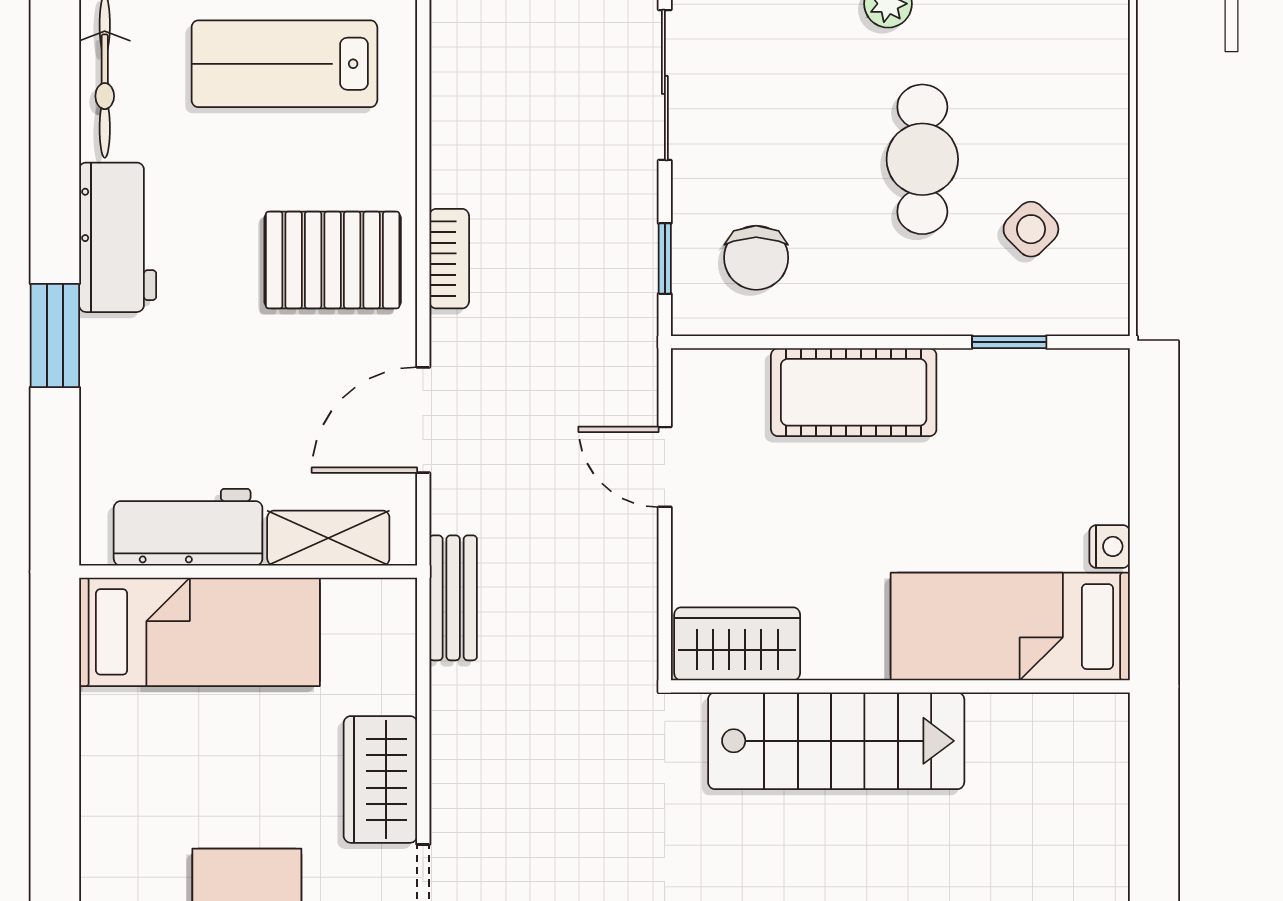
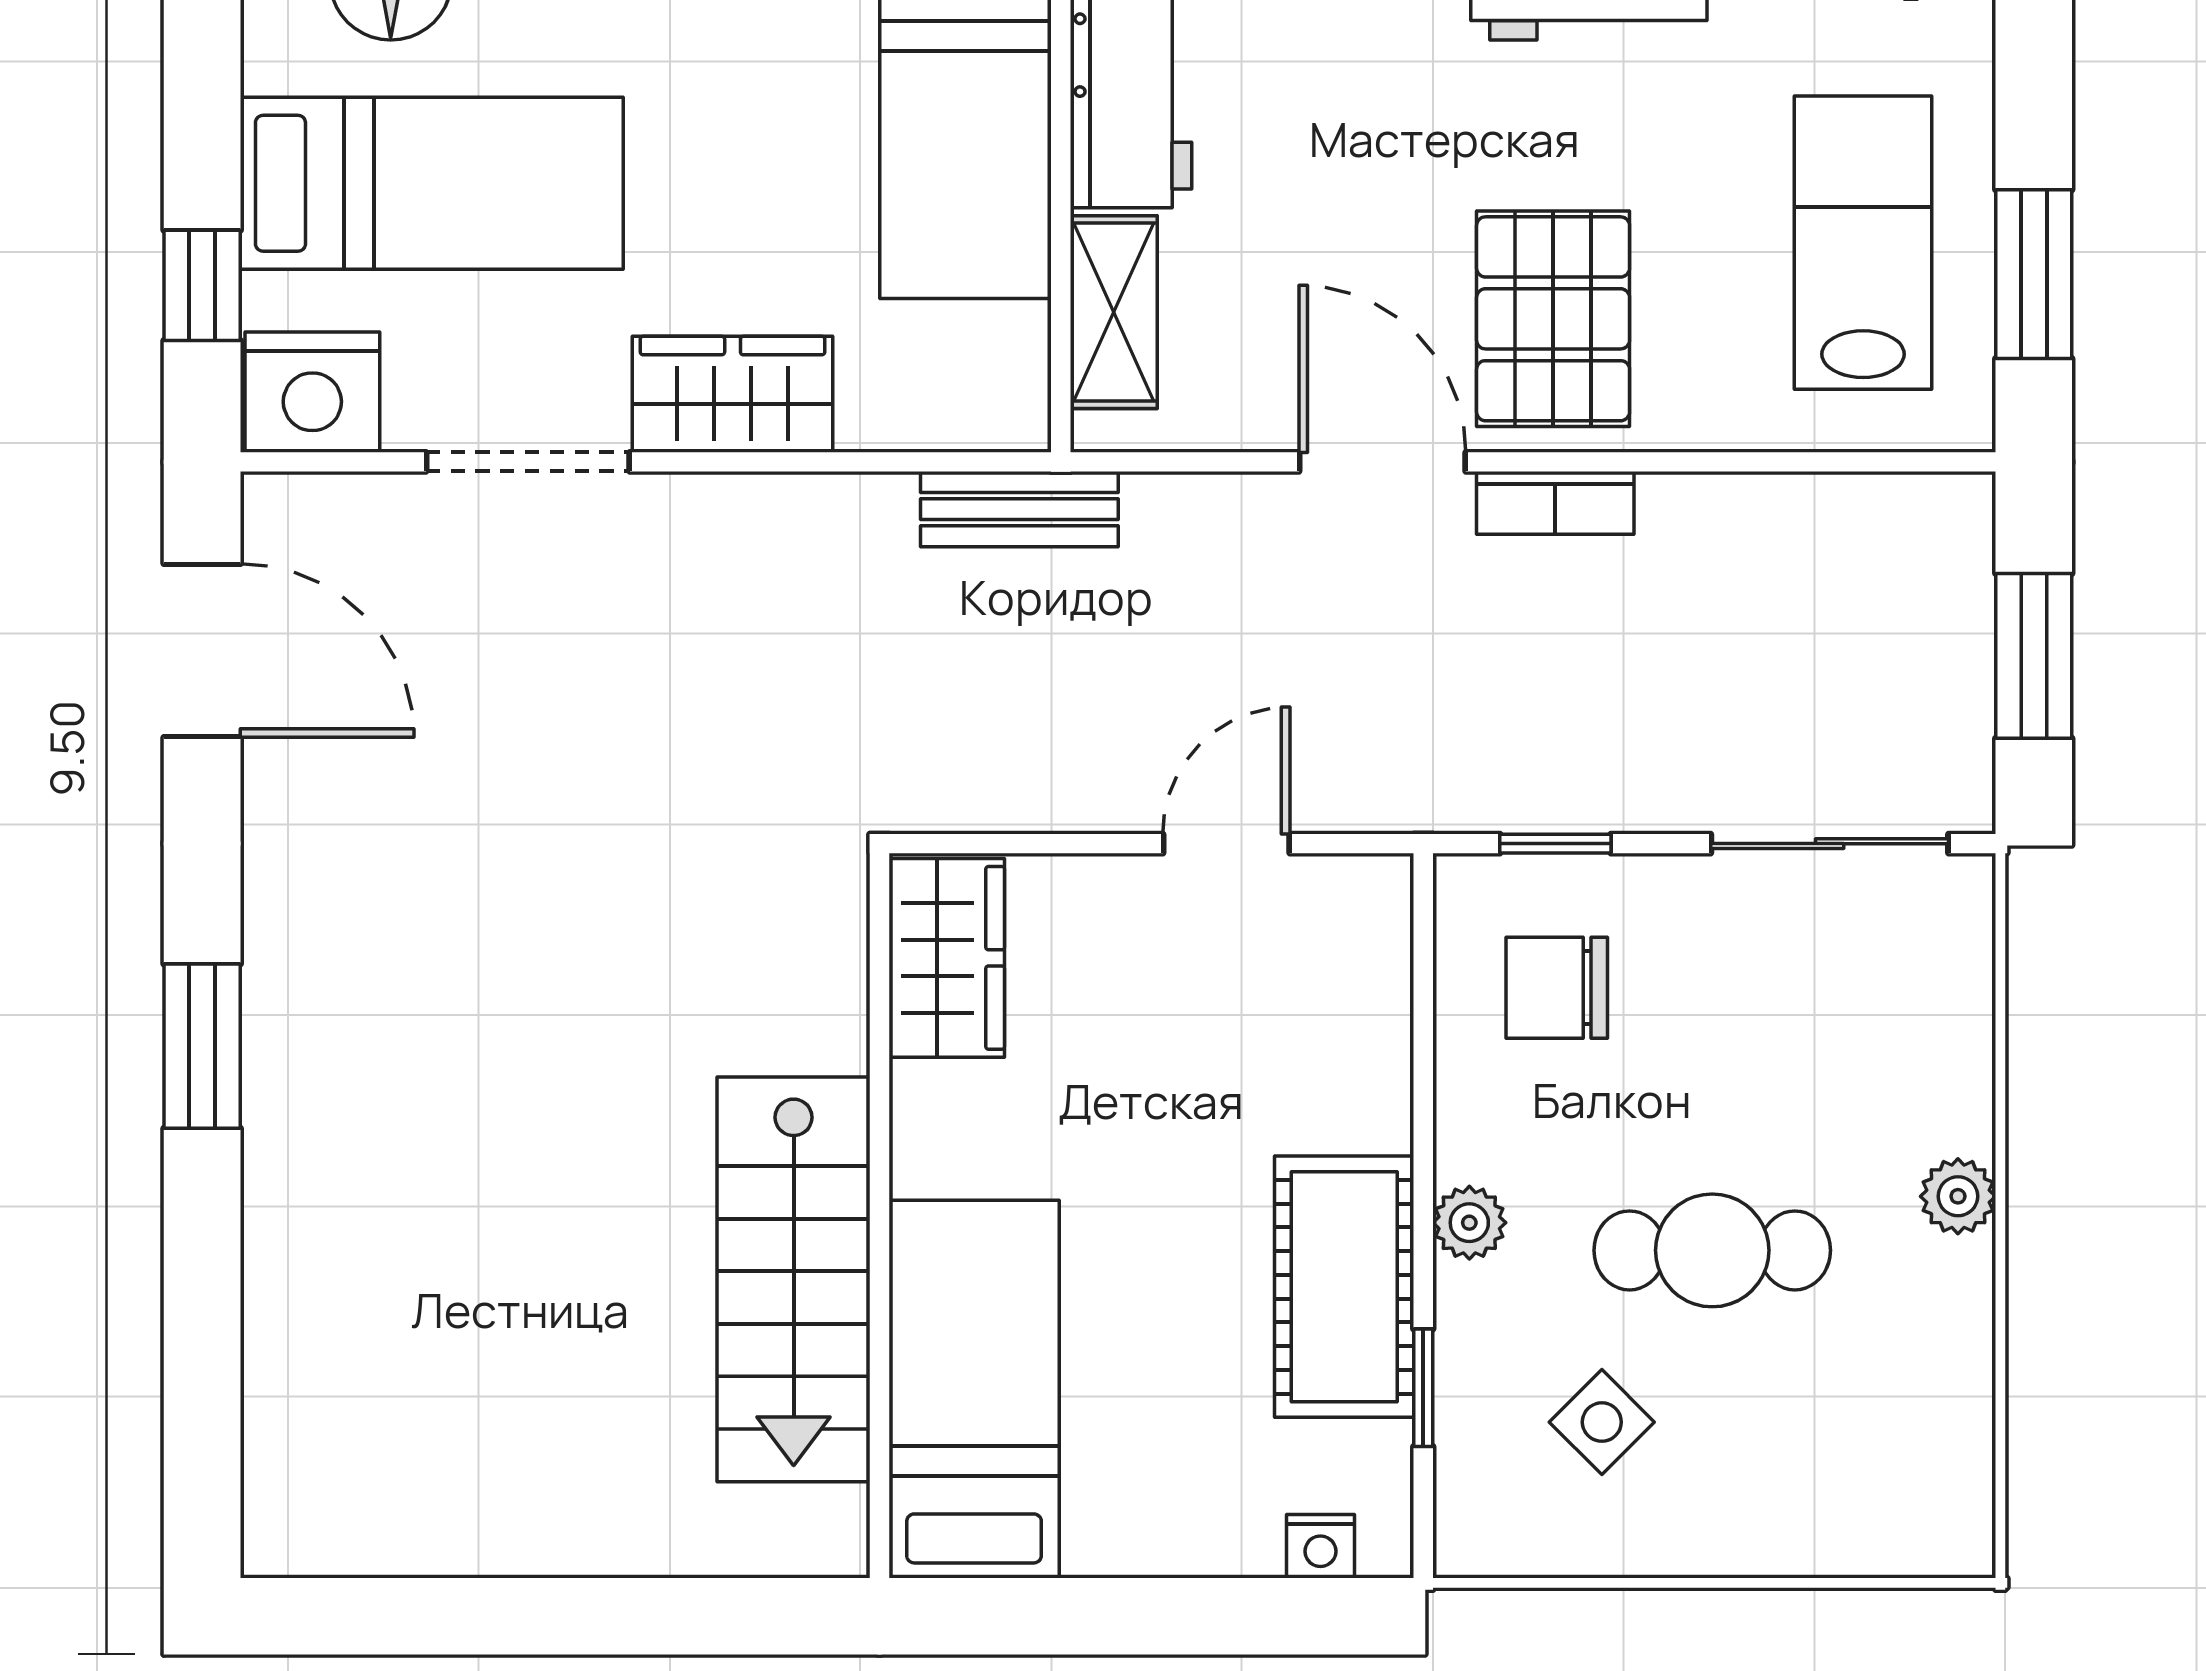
plant: (905, 313) -> (1469, 1223), added
cot: (854, 392) -> (1344, 1287), moved
door: (423, 420) -> (1382, 462), moved
nightstand: (1110, 546) -> (1320, 1546), moved
stairs: (836, 741) -> (794, 1279), moved

